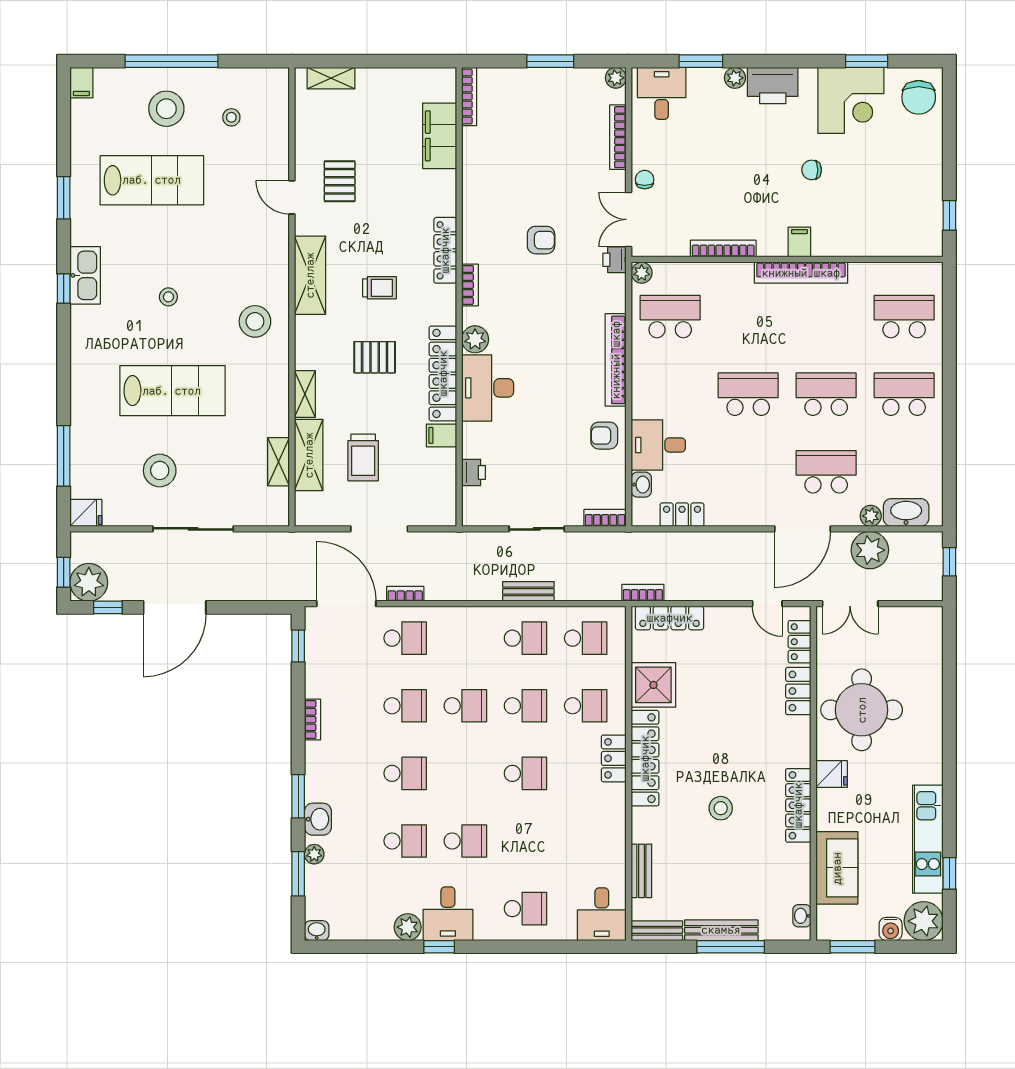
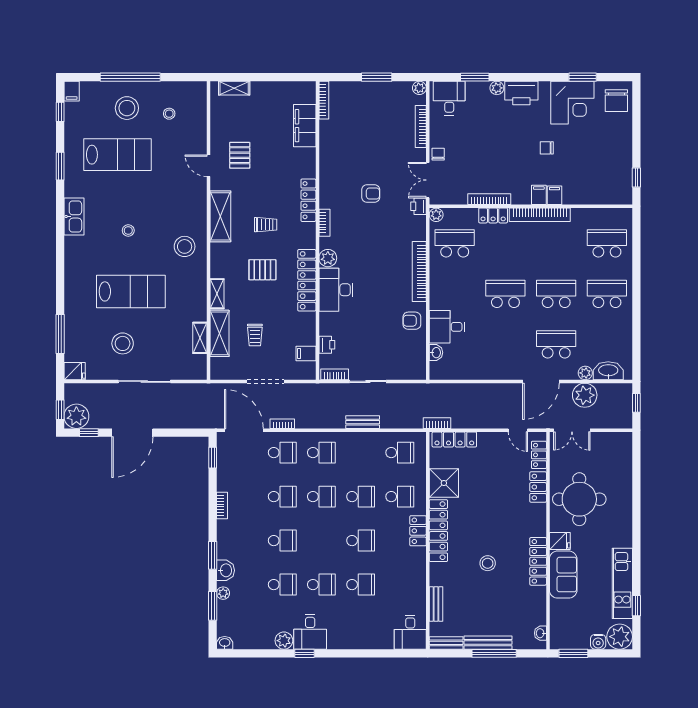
filing cabinet: (823, 243) -> (554, 195), added
window: (64, 288) -> (60, 112), moved
filing cabinet: (441, 435) -> (306, 353), moved
trolley: (363, 457) -> (255, 335), width x0.73, depth x0.72
locker: (682, 515) -> (493, 215), moved, turned 180
bookcase: (605, 518) -> (335, 374), moved
school desk: (525, 638) -> (321, 453), moved
sofa: (837, 868) -> (563, 575), moved
school desk: (525, 909) -> (361, 585), moved

